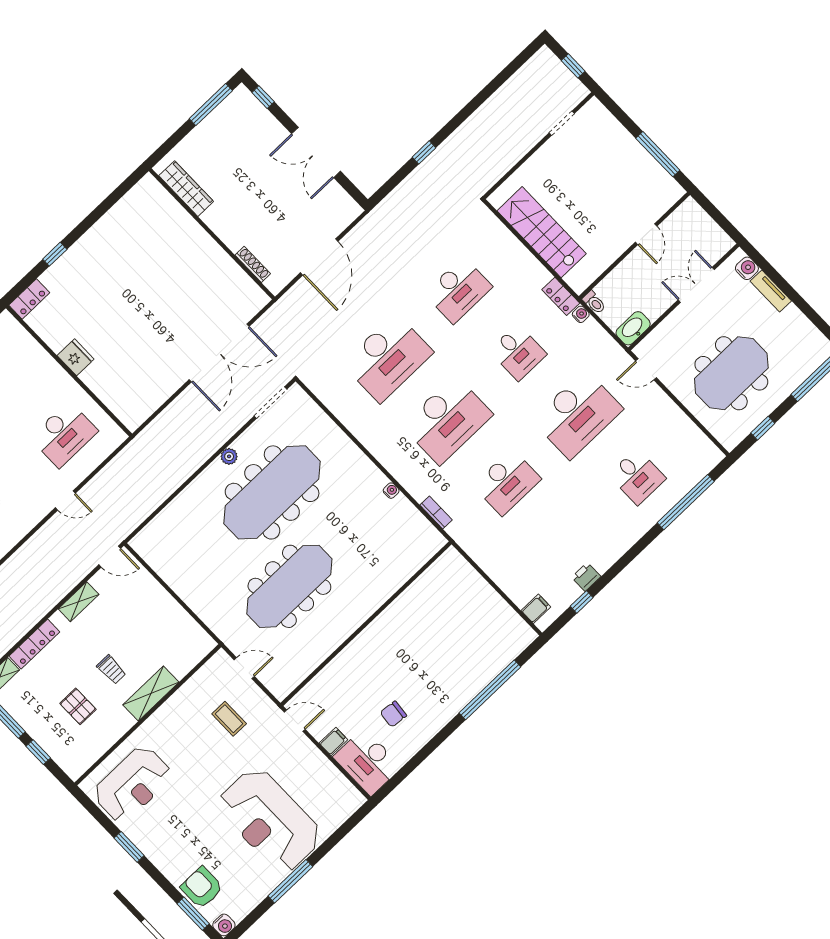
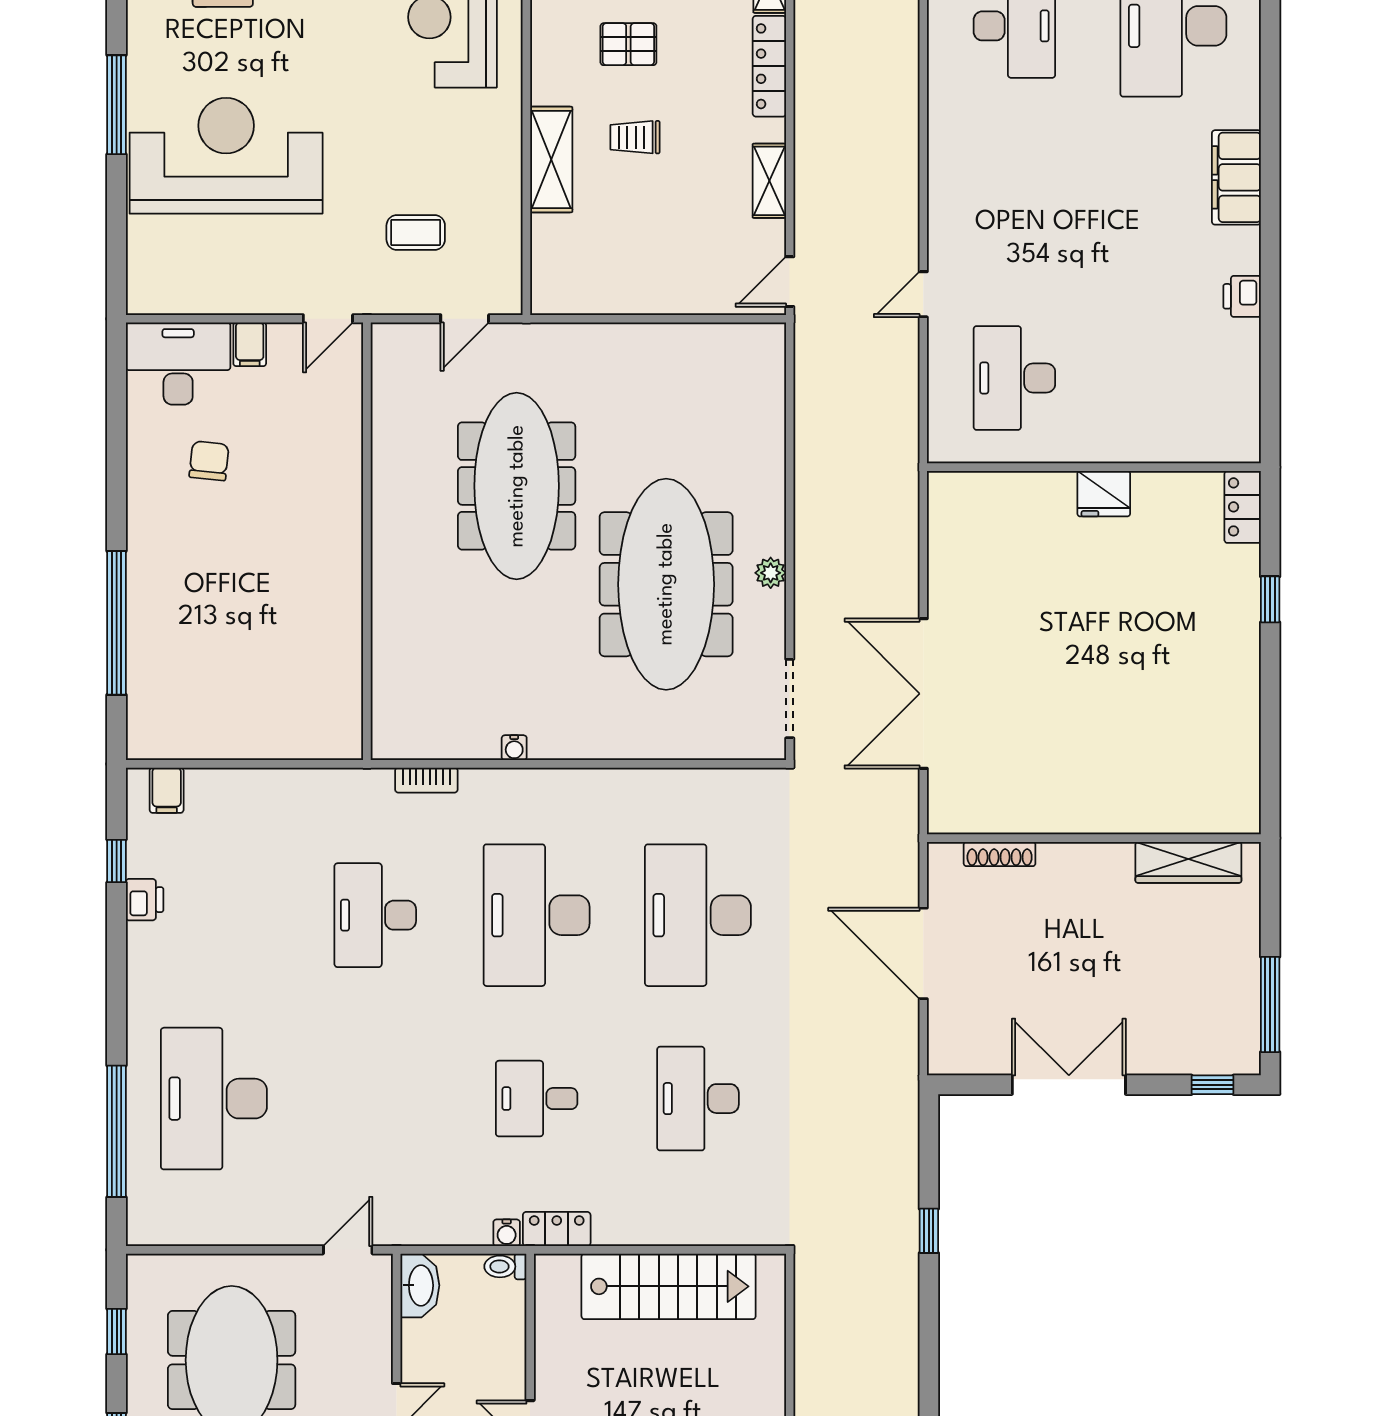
desk: (578, 414) -> (375, 1099), removed
desk: (637, 477) -> (214, 1099), width x1.87, depth x1.30

